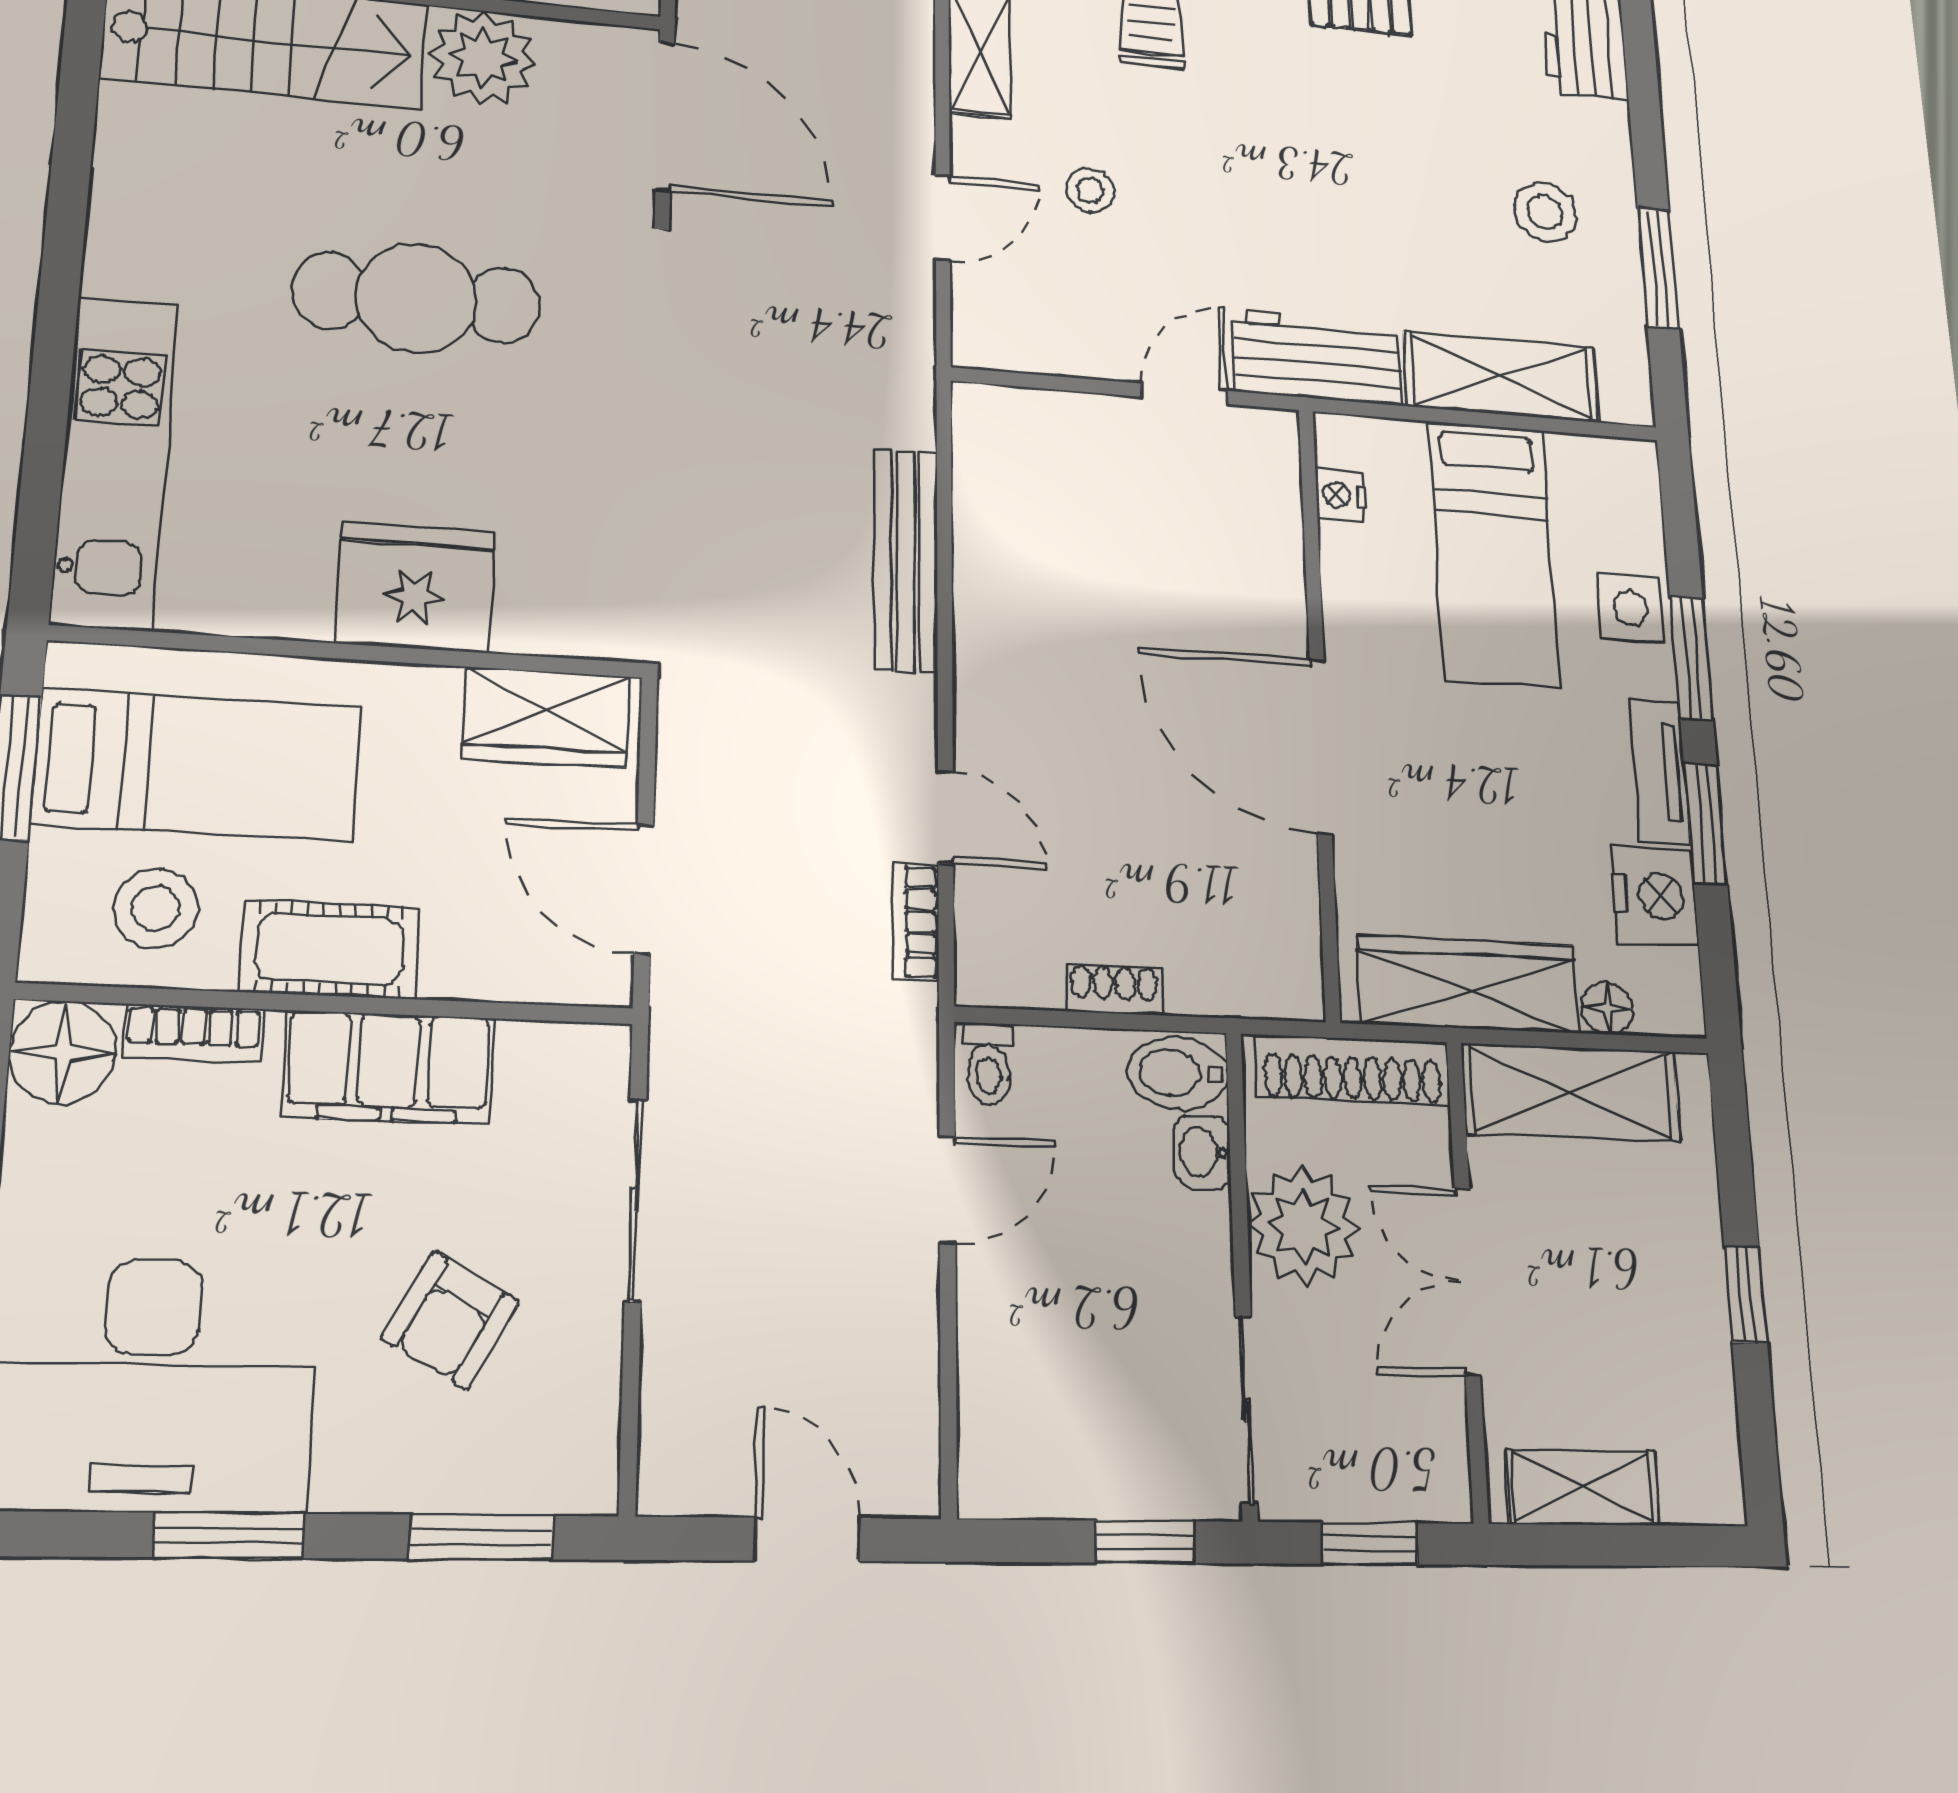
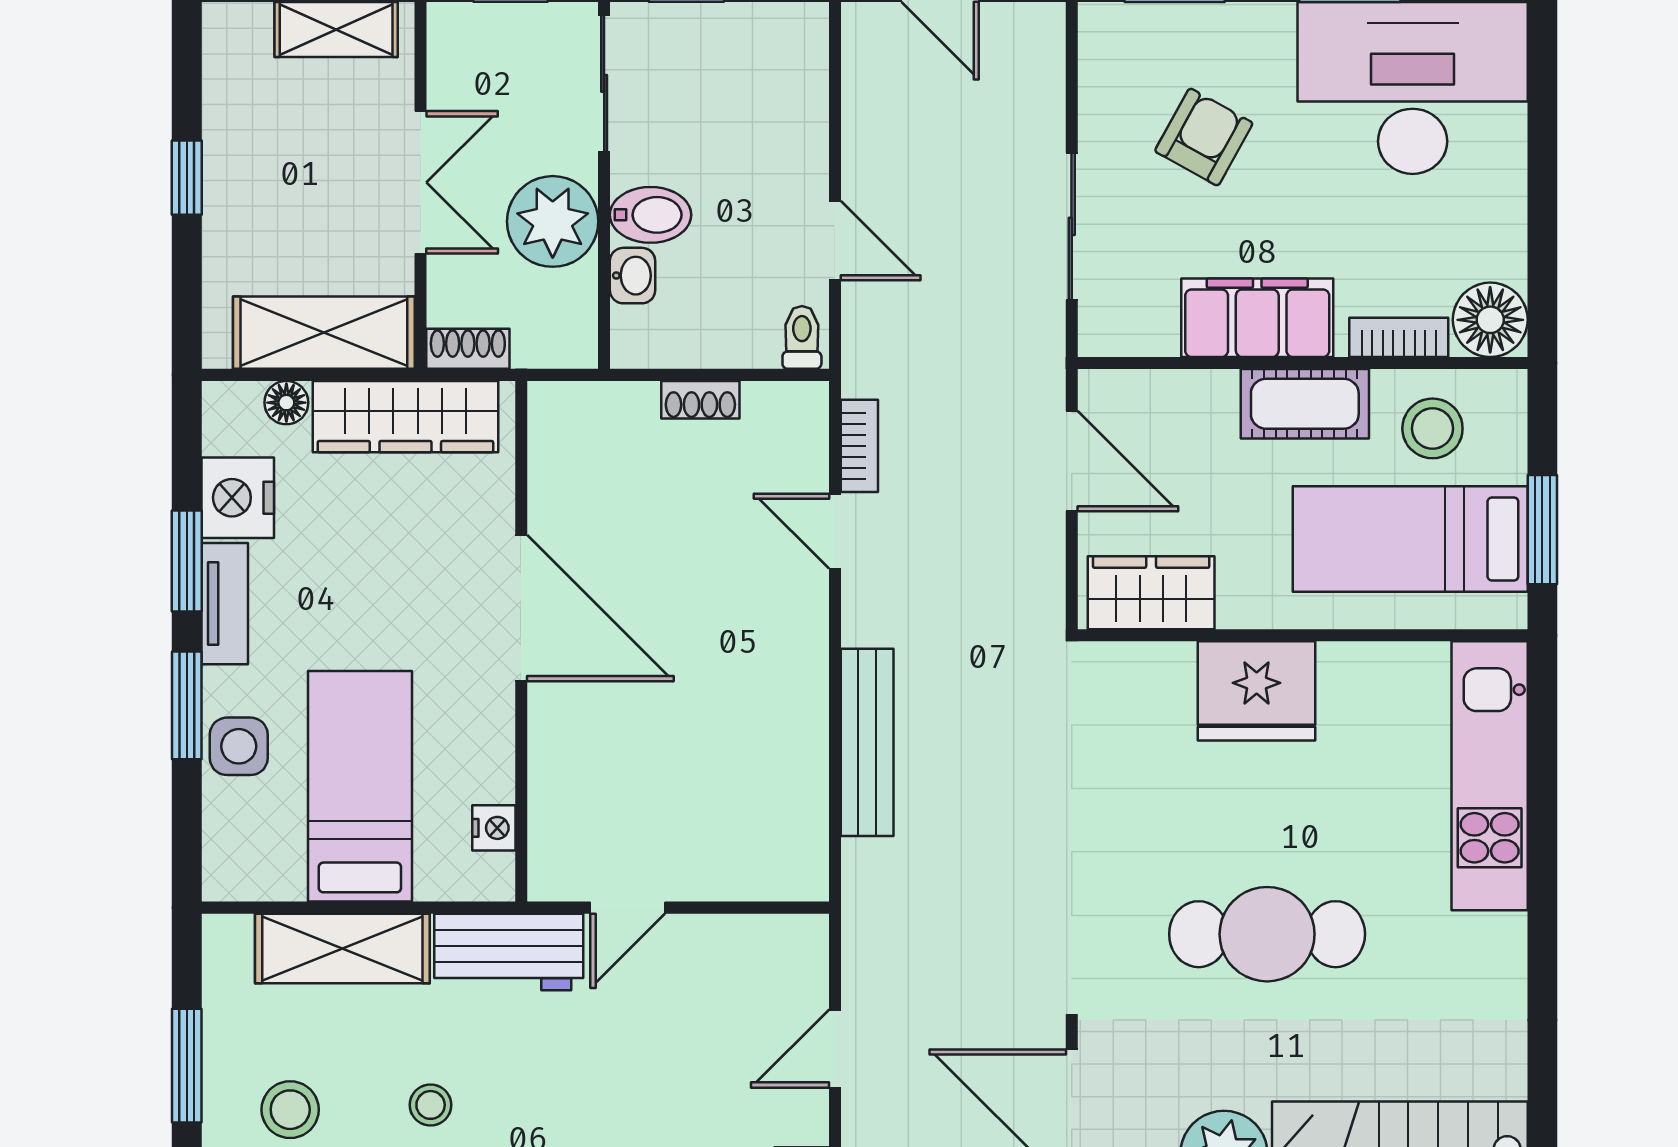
stool: (1090, 190) -> (431, 1105), moved
shoe rack: (1352, 1070) -> (468, 349), width x0.51, depth x0.81
bidet: (1178, 1073) -> (651, 215), moved
door: (947, 1190) -> (835, 241), swing flipped

